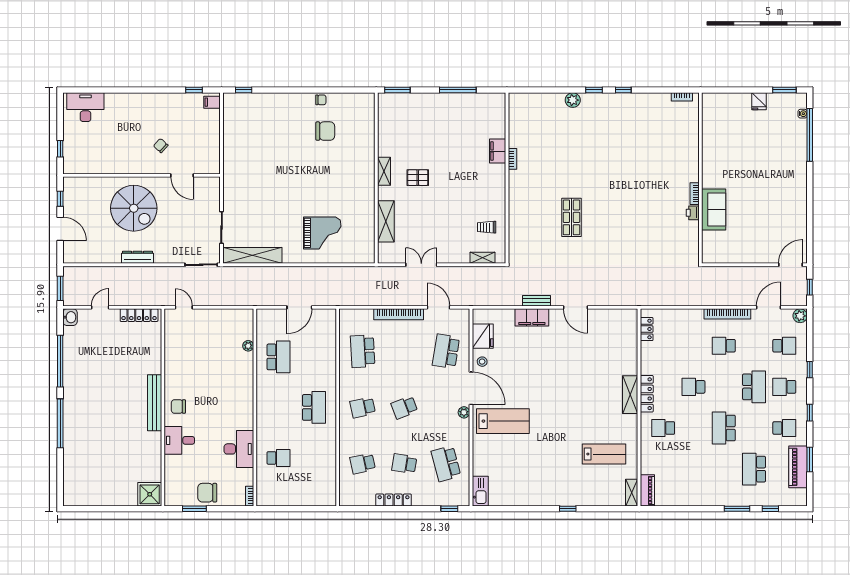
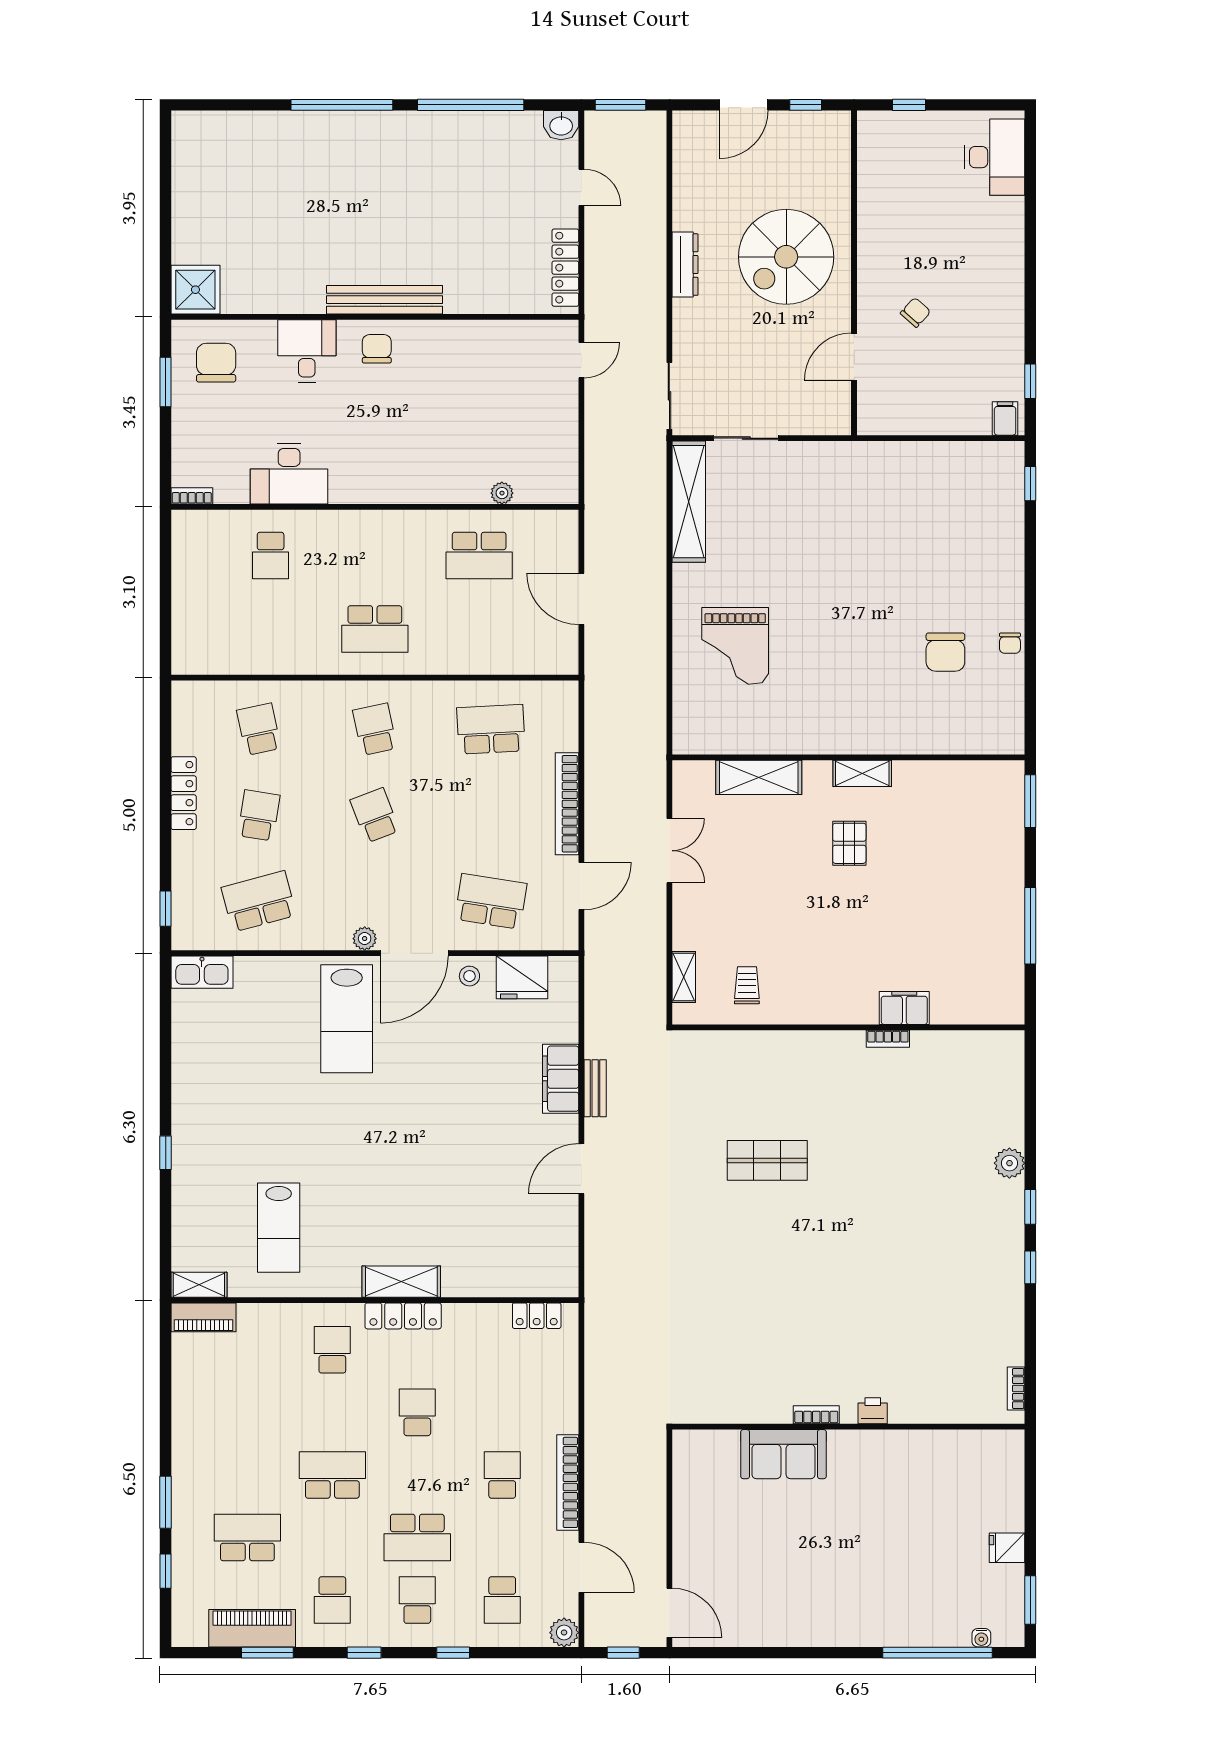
printer: (693, 213) -> (873, 1411), moved
chair: (207, 493) -> (216, 363), moved

